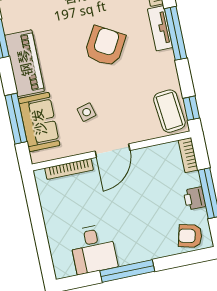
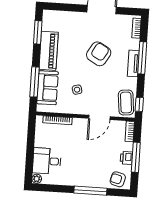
tv unit: (160, 28) -> (133, 63), moved
door: (112, 151) -> (99, 117), moved
desk: (93, 249) -> (47, 161), moved, turned 90
plant: (62, 271) -> (37, 179), added
window: (127, 271) -> (90, 191), moved

